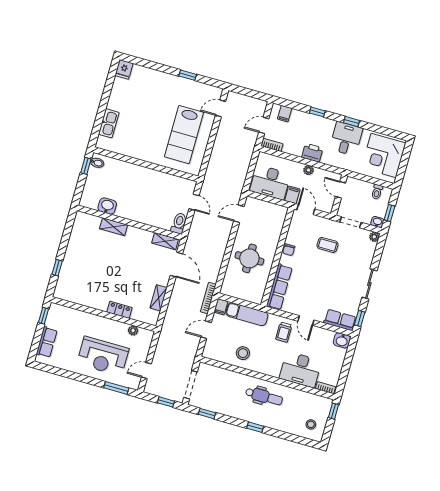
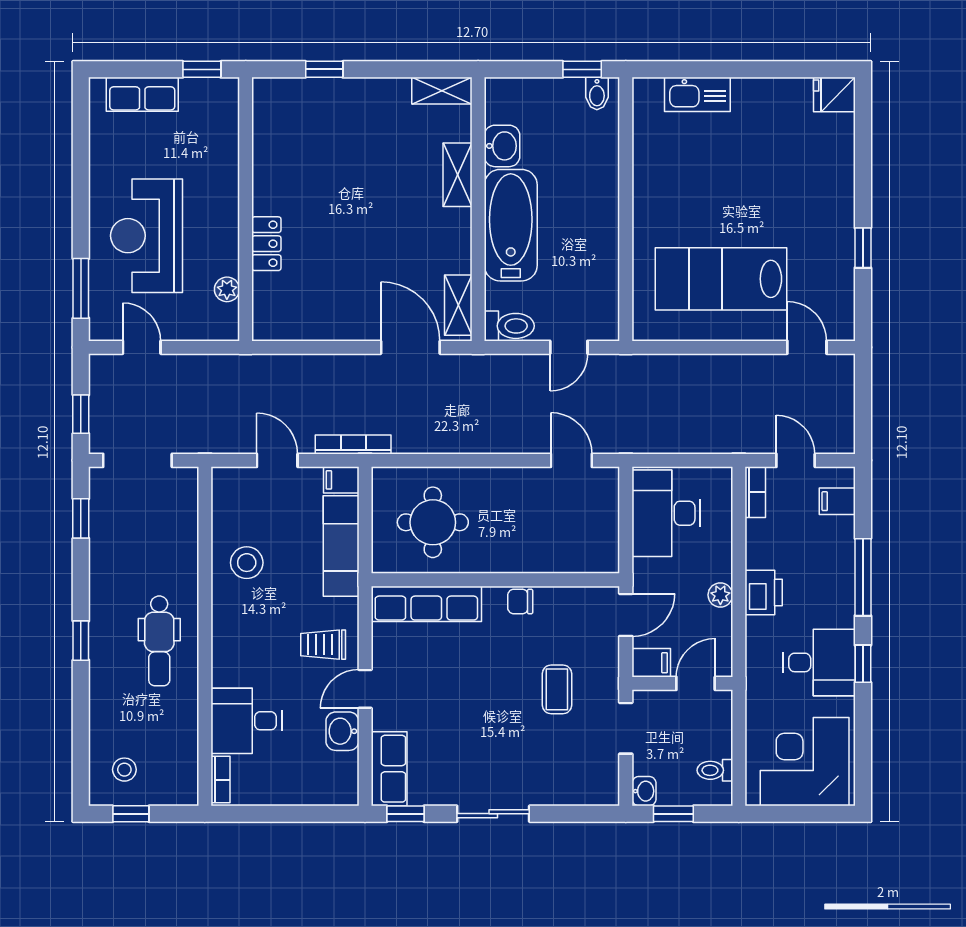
window: (317, 112) -> (863, 577), width x2.17
filing cabinet: (292, 195) -> (651, 663), moved
bathtub: (139, 211) -> (511, 225), added
plant: (374, 237) -> (607, 794), removed
round table: (249, 258) -> (433, 522), moved
door: (176, 265) -> (410, 347), swing flipped
shelving: (158, 298) -> (442, 91), moved
washbasin: (342, 340) -> (342, 731), moved
desk: (300, 370) -> (246, 721), width x0.73
window: (333, 411) -> (131, 814), moved

